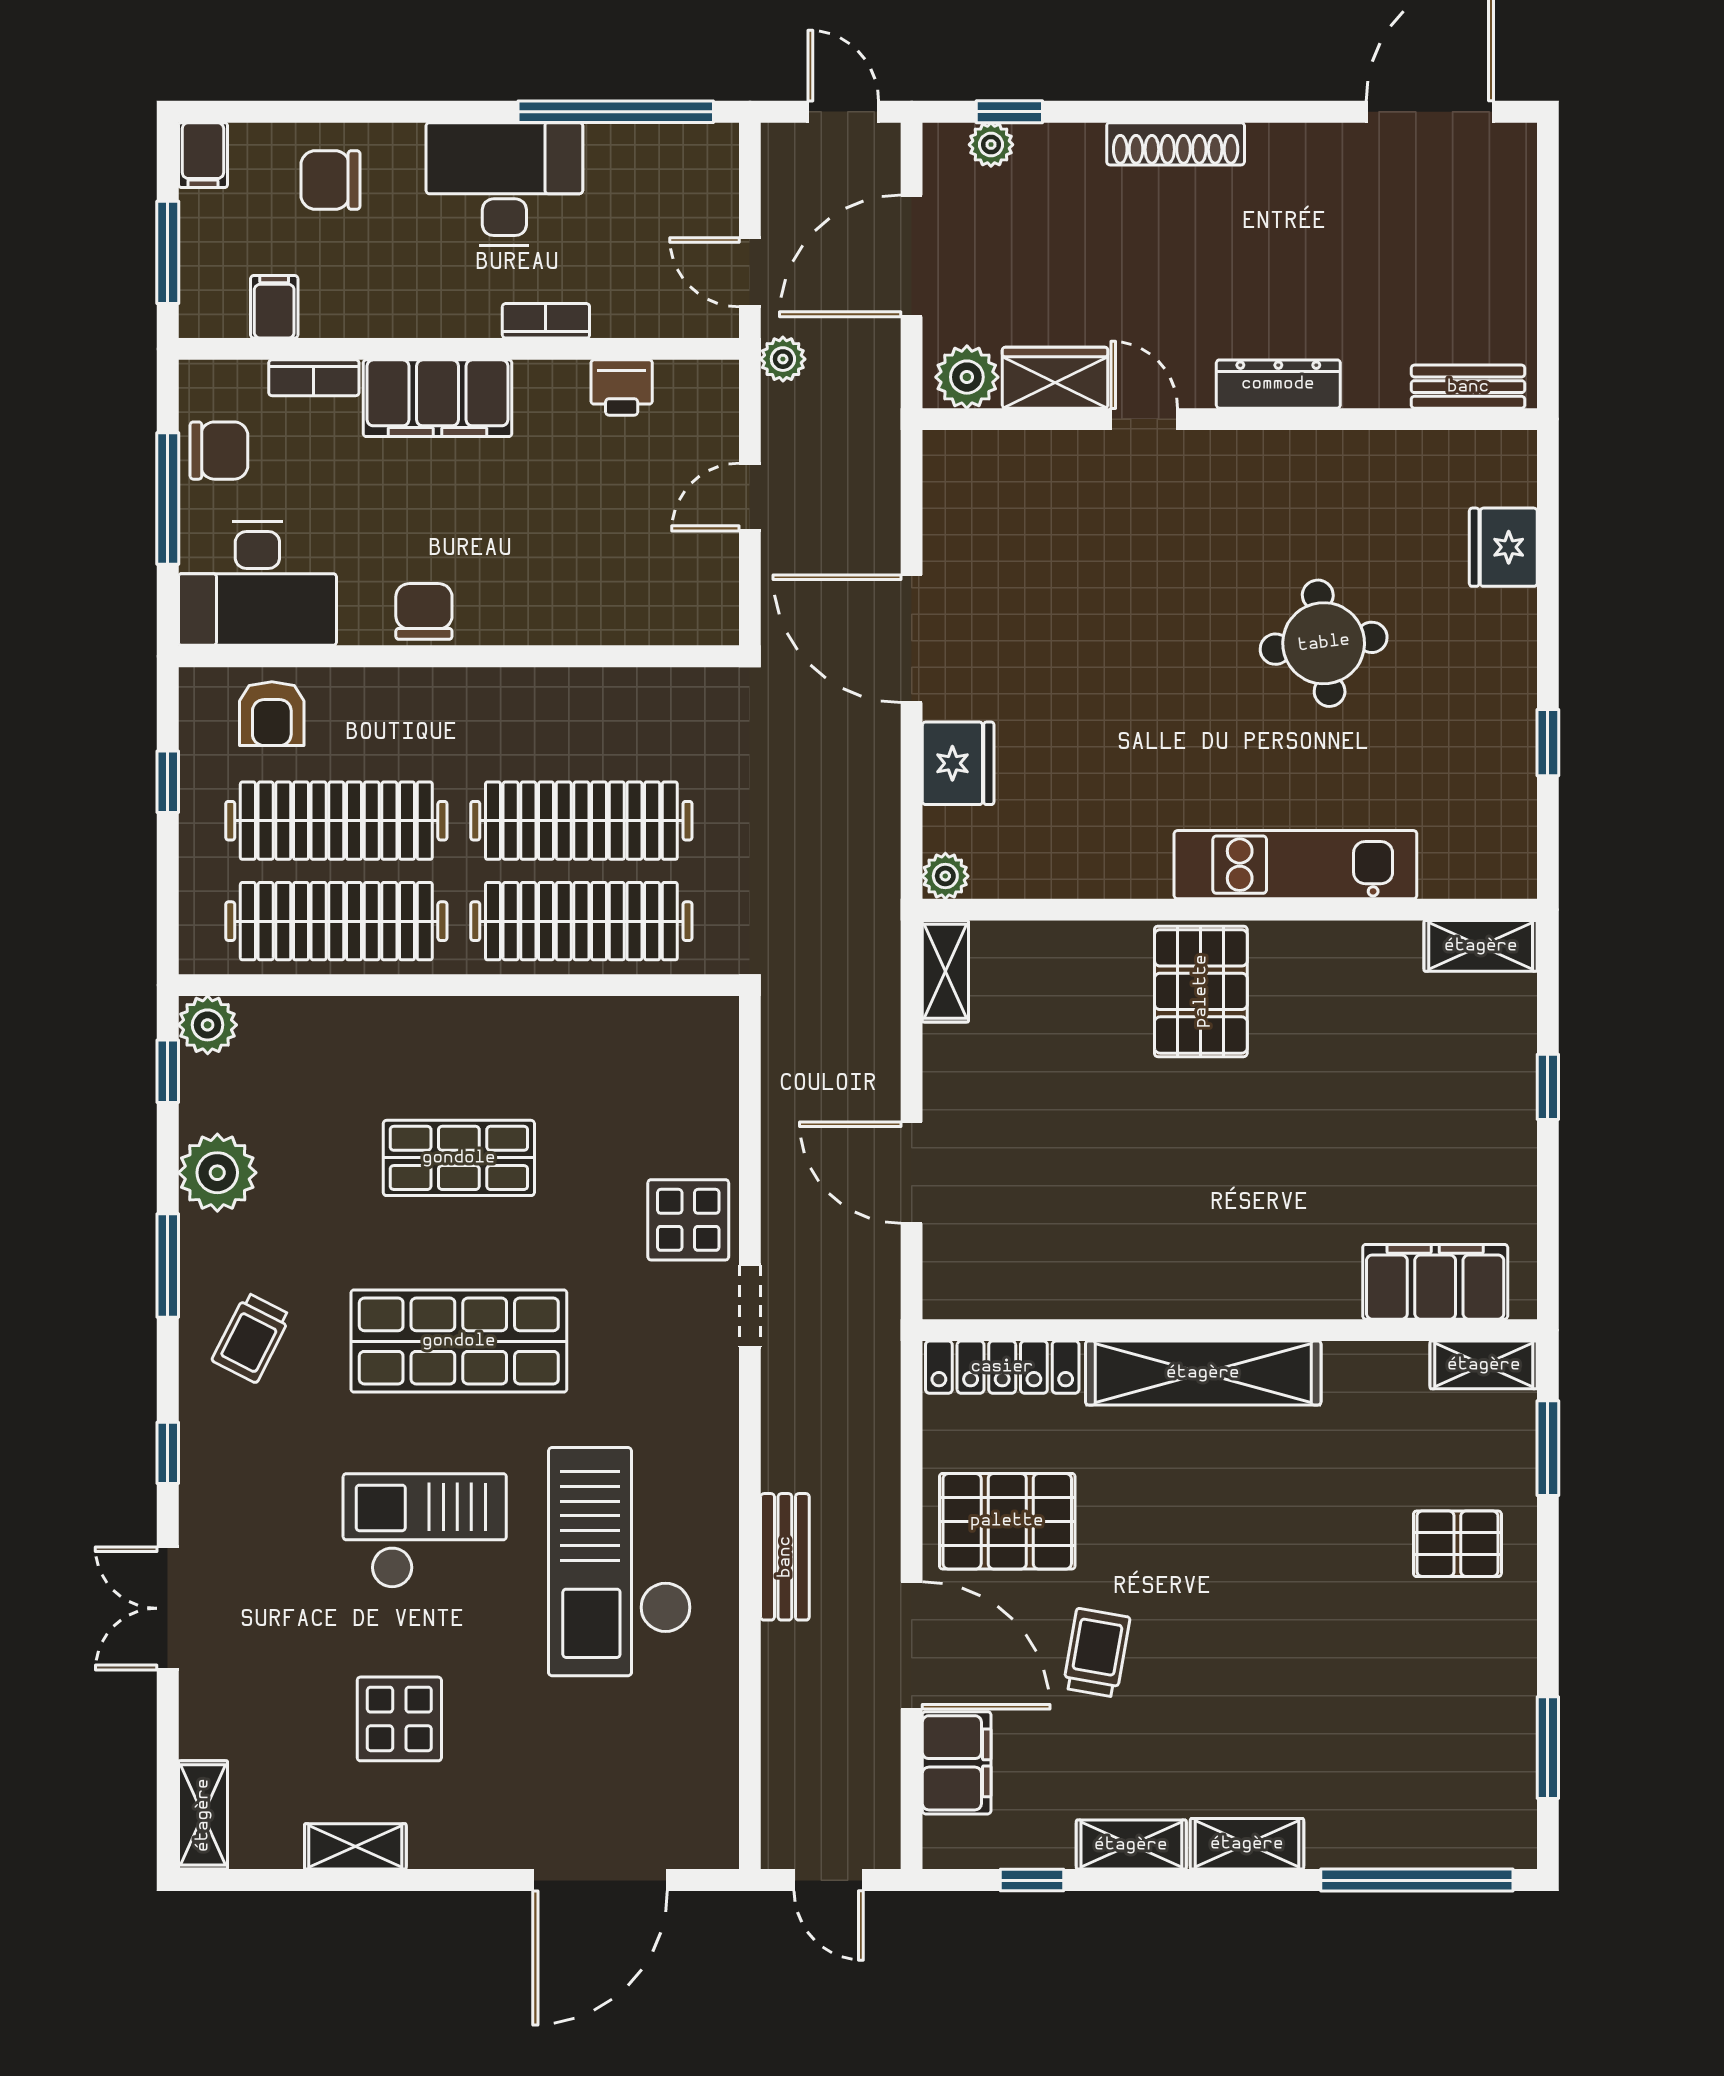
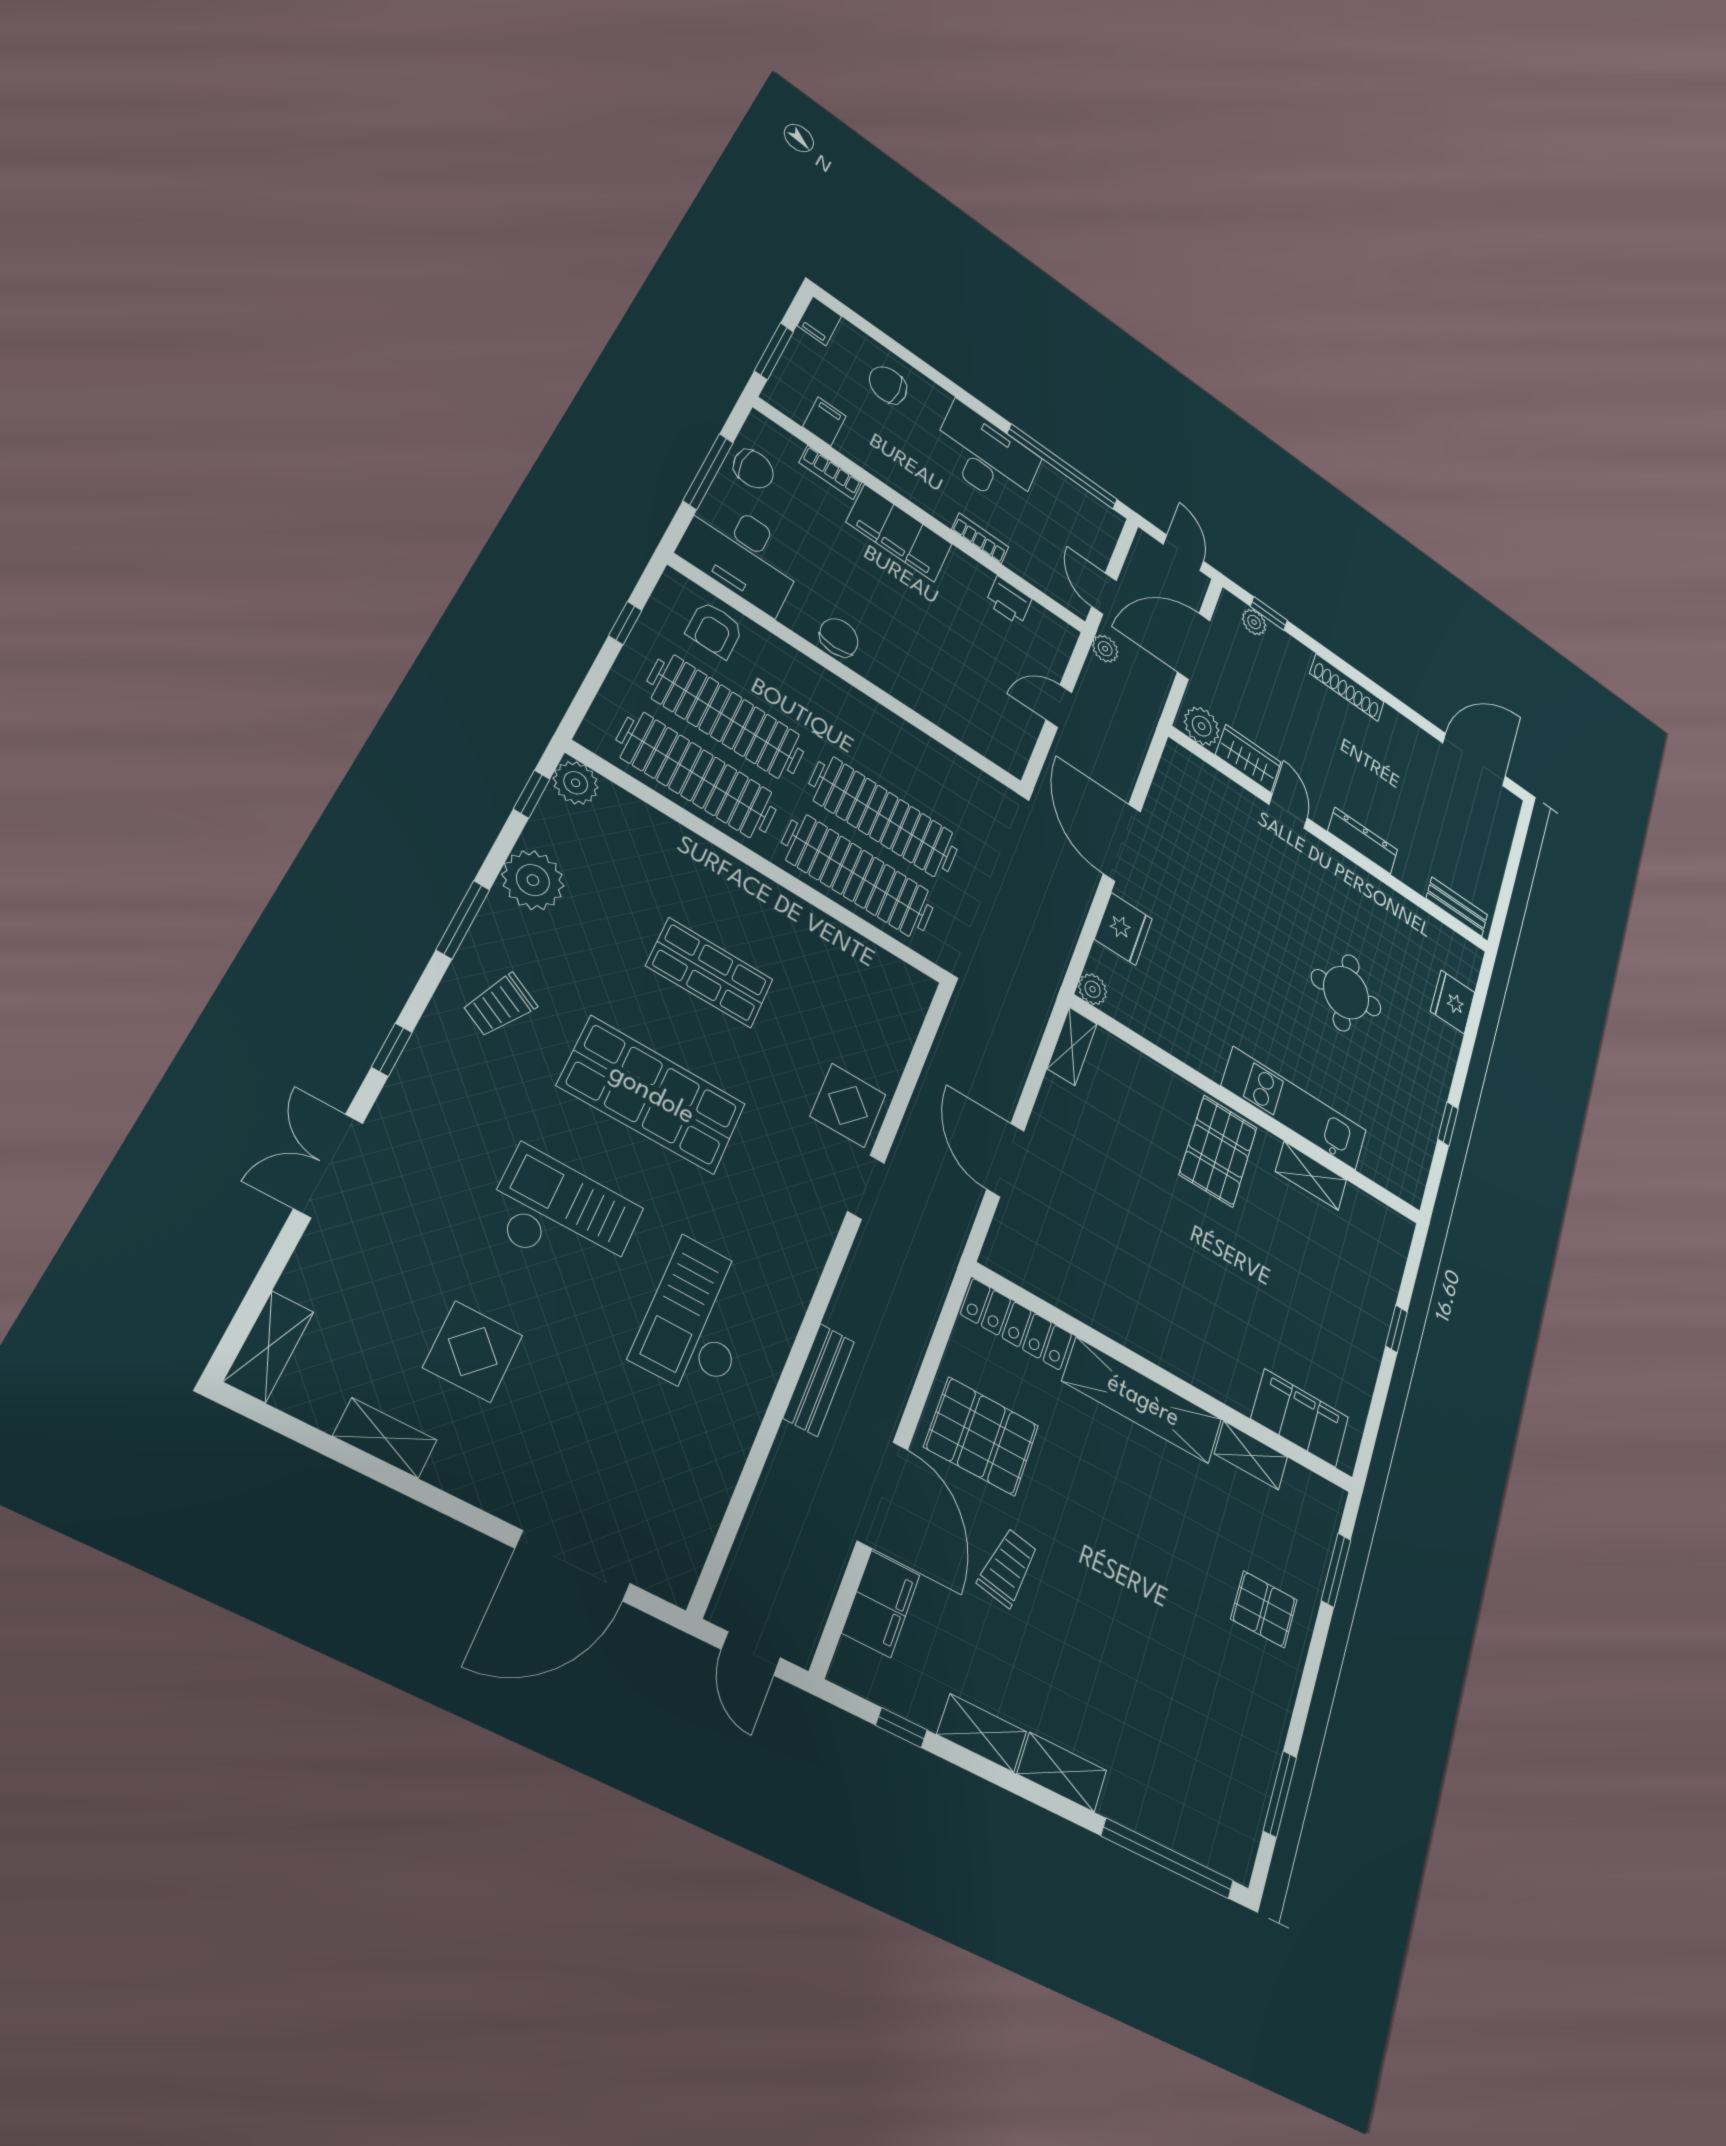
shelving: (1481, 946) -> (1311, 1176), moved
shelving: (1484, 1365) -> (1251, 1455), moved
checkout: (620, 1562) -> (698, 1319), width x0.73, depth x0.83

